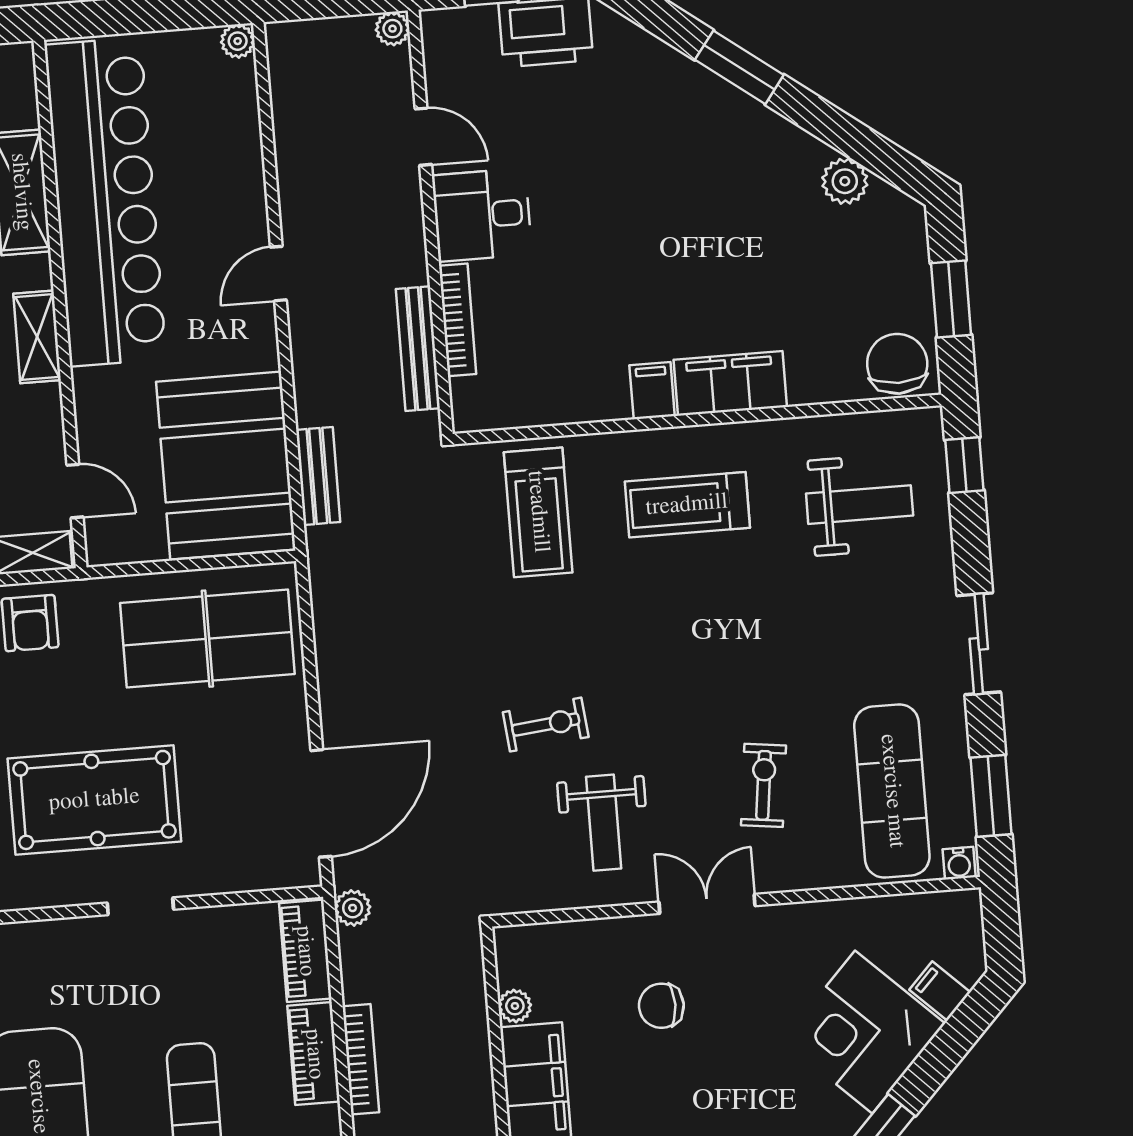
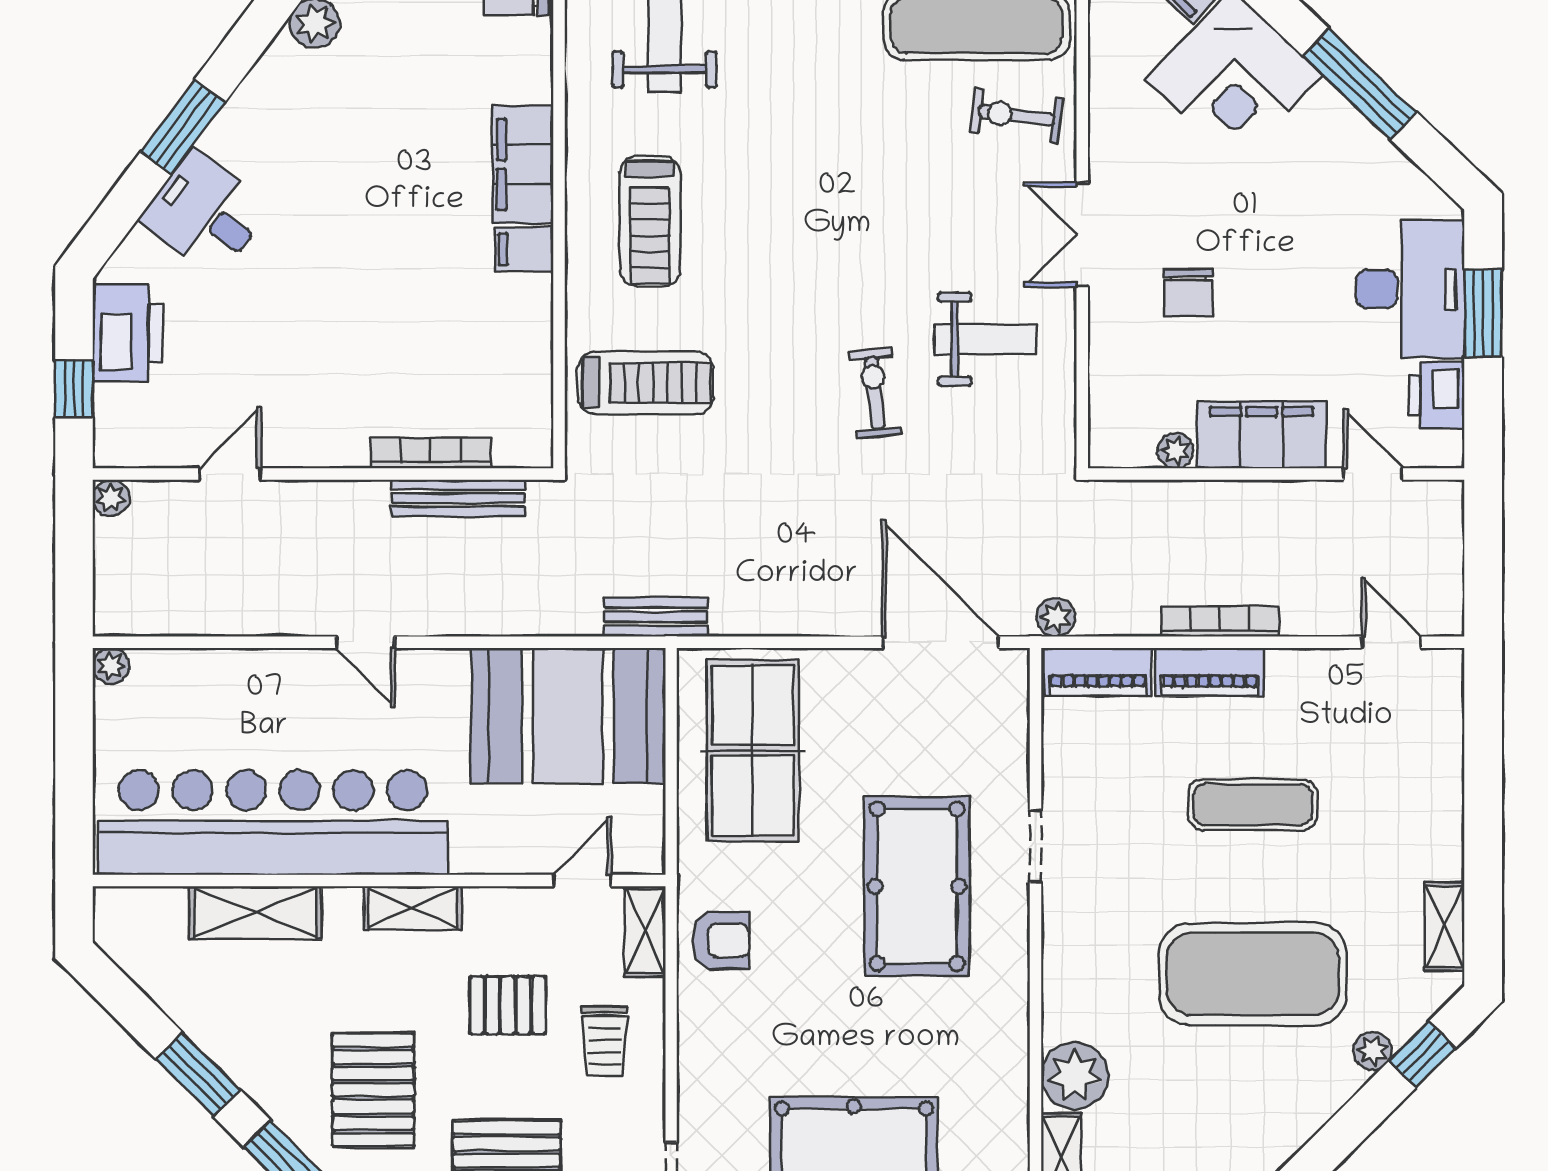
desk: (482, 215) -> (205, 213), moved, turned 127
bench: (318, 476) -> (656, 617), moved
exercise bike: (764, 785) -> (1016, 115), moved

